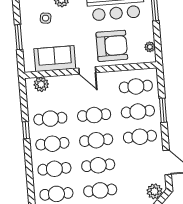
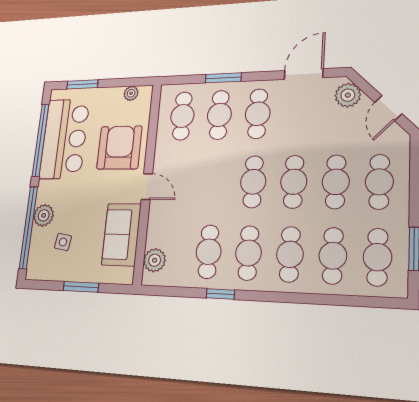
door: (87, 70) -> (147, 187), hinge flipped
cafe table: (94, 115) -> (214, 182), removed

